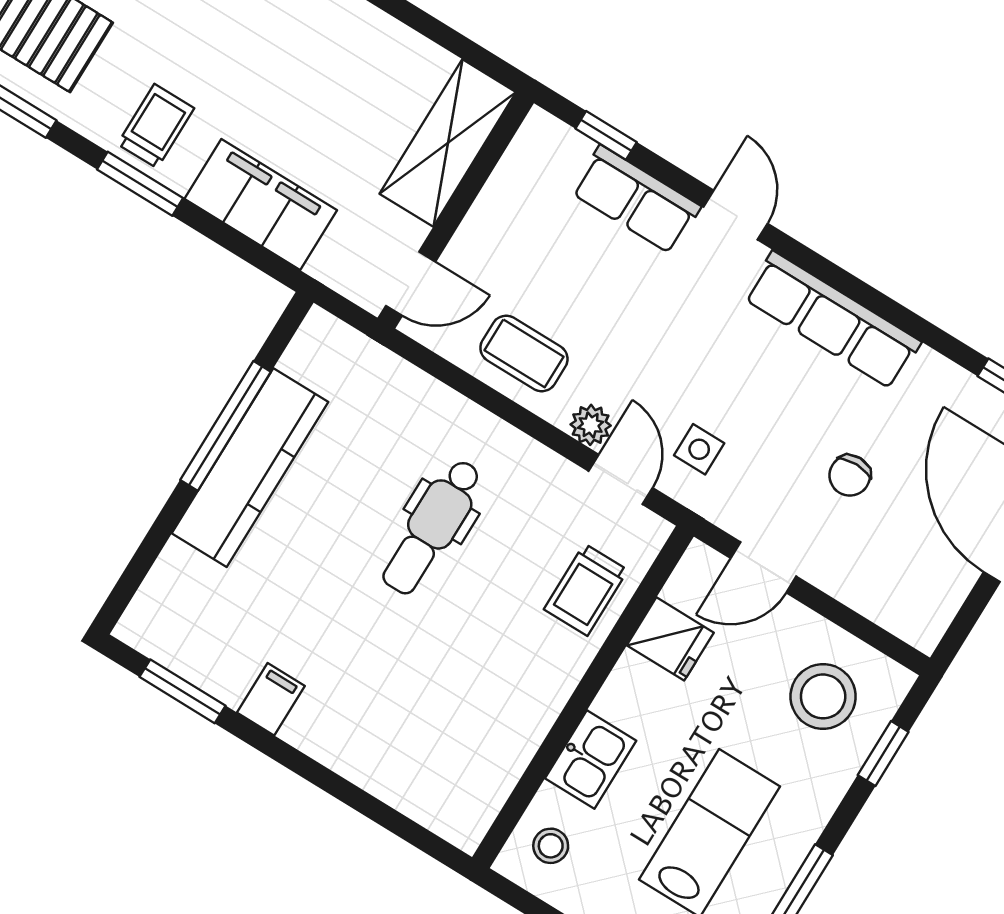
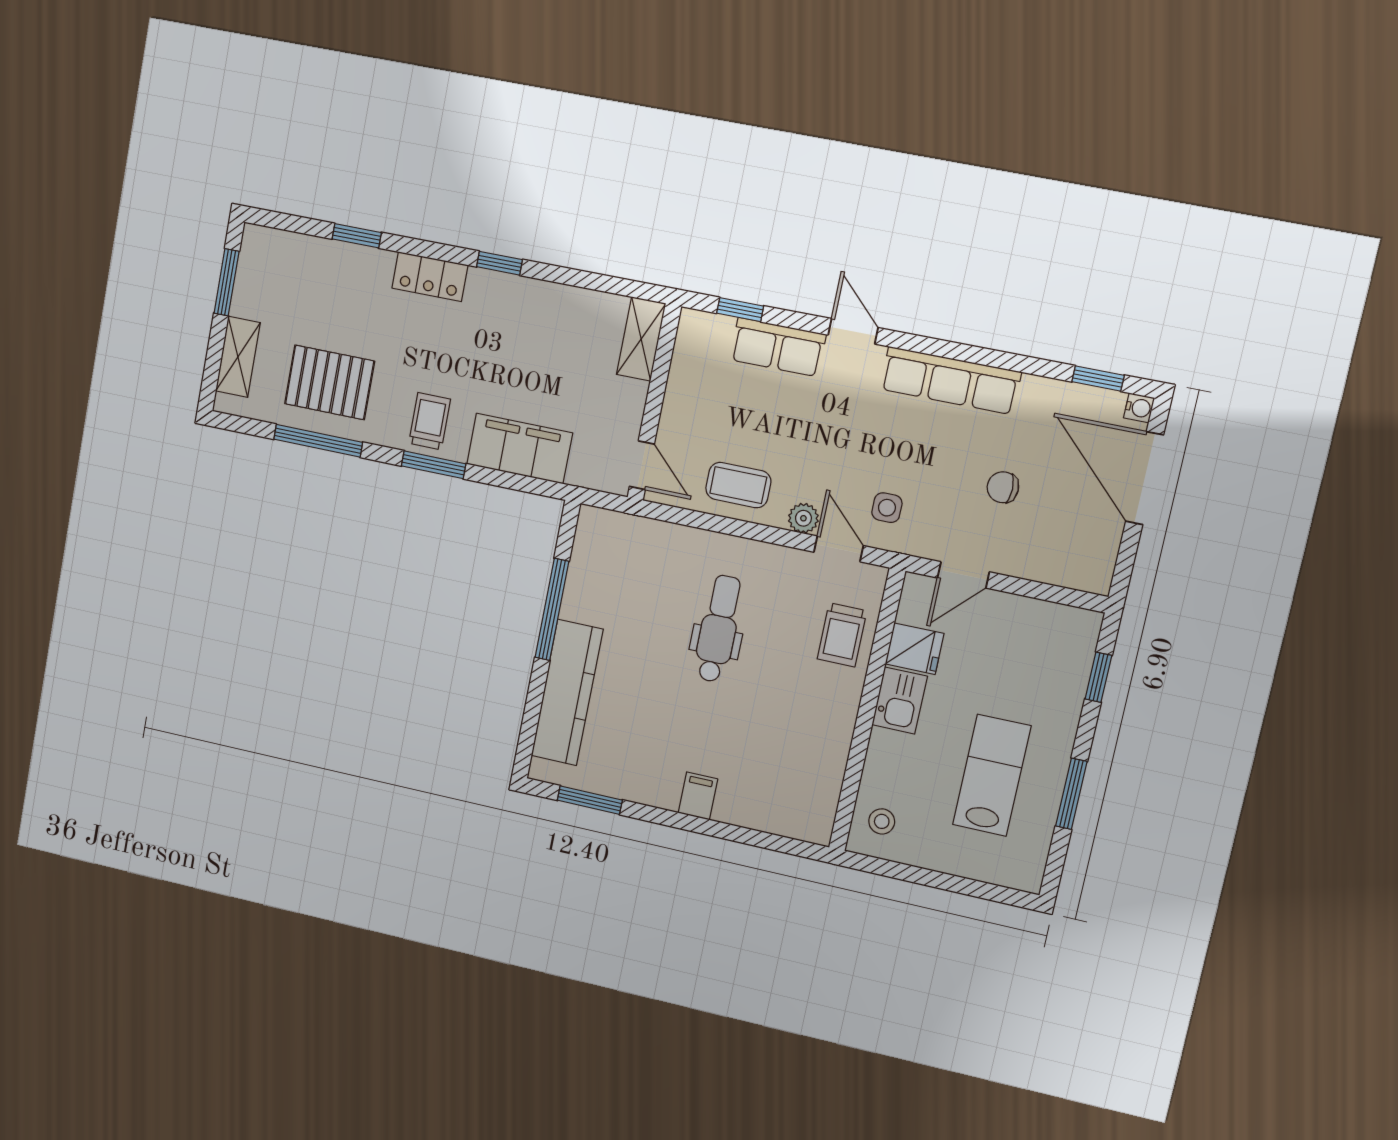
shelving: (448, 143) -> (641, 339), width x0.67, depth x0.75
door: (411, 284) -> (642, 465), hinge flipped
kitchen counter: (250, 468) -> (567, 693), moved
chair: (850, 475) -> (1003, 487), turned 90
dental chair: (432, 527) -> (718, 629), turned 180
stool: (823, 696) -> (1040, 652), removed
filing cabinet: (271, 699) -> (698, 796), moved
kitchen sink: (591, 760) -> (900, 701), moved

